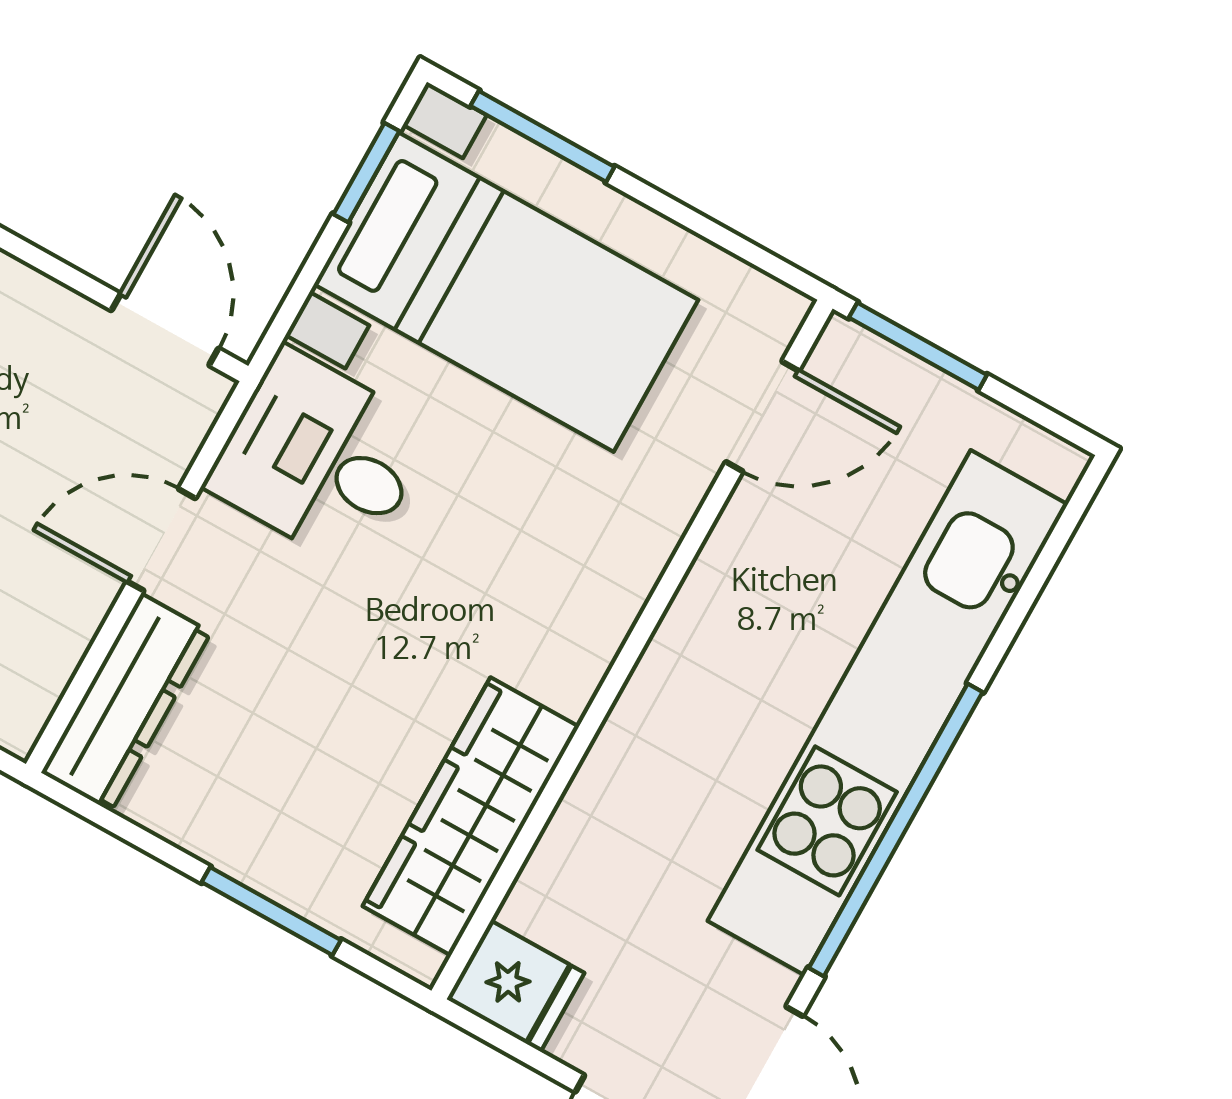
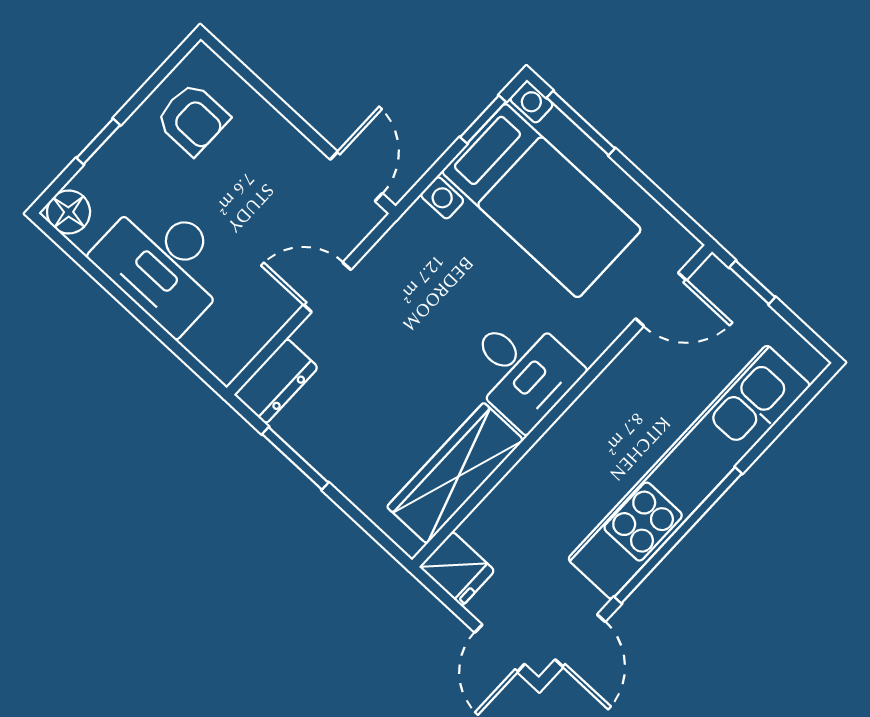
window: (918, 346) -> (752, 282), width x0.67
desk: (320, 458) -> (522, 370), moved, turned 180
dresser: (126, 702) -> (276, 381), width x0.70
window: (271, 911) -> (295, 458), moved

